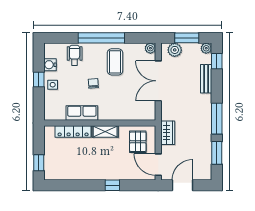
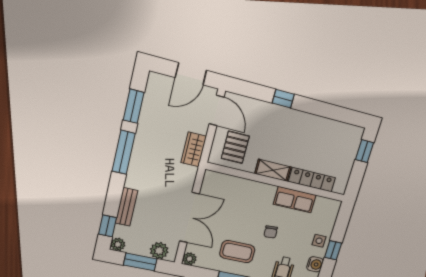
coffee table: (115, 62) -> (237, 252), turned 90

